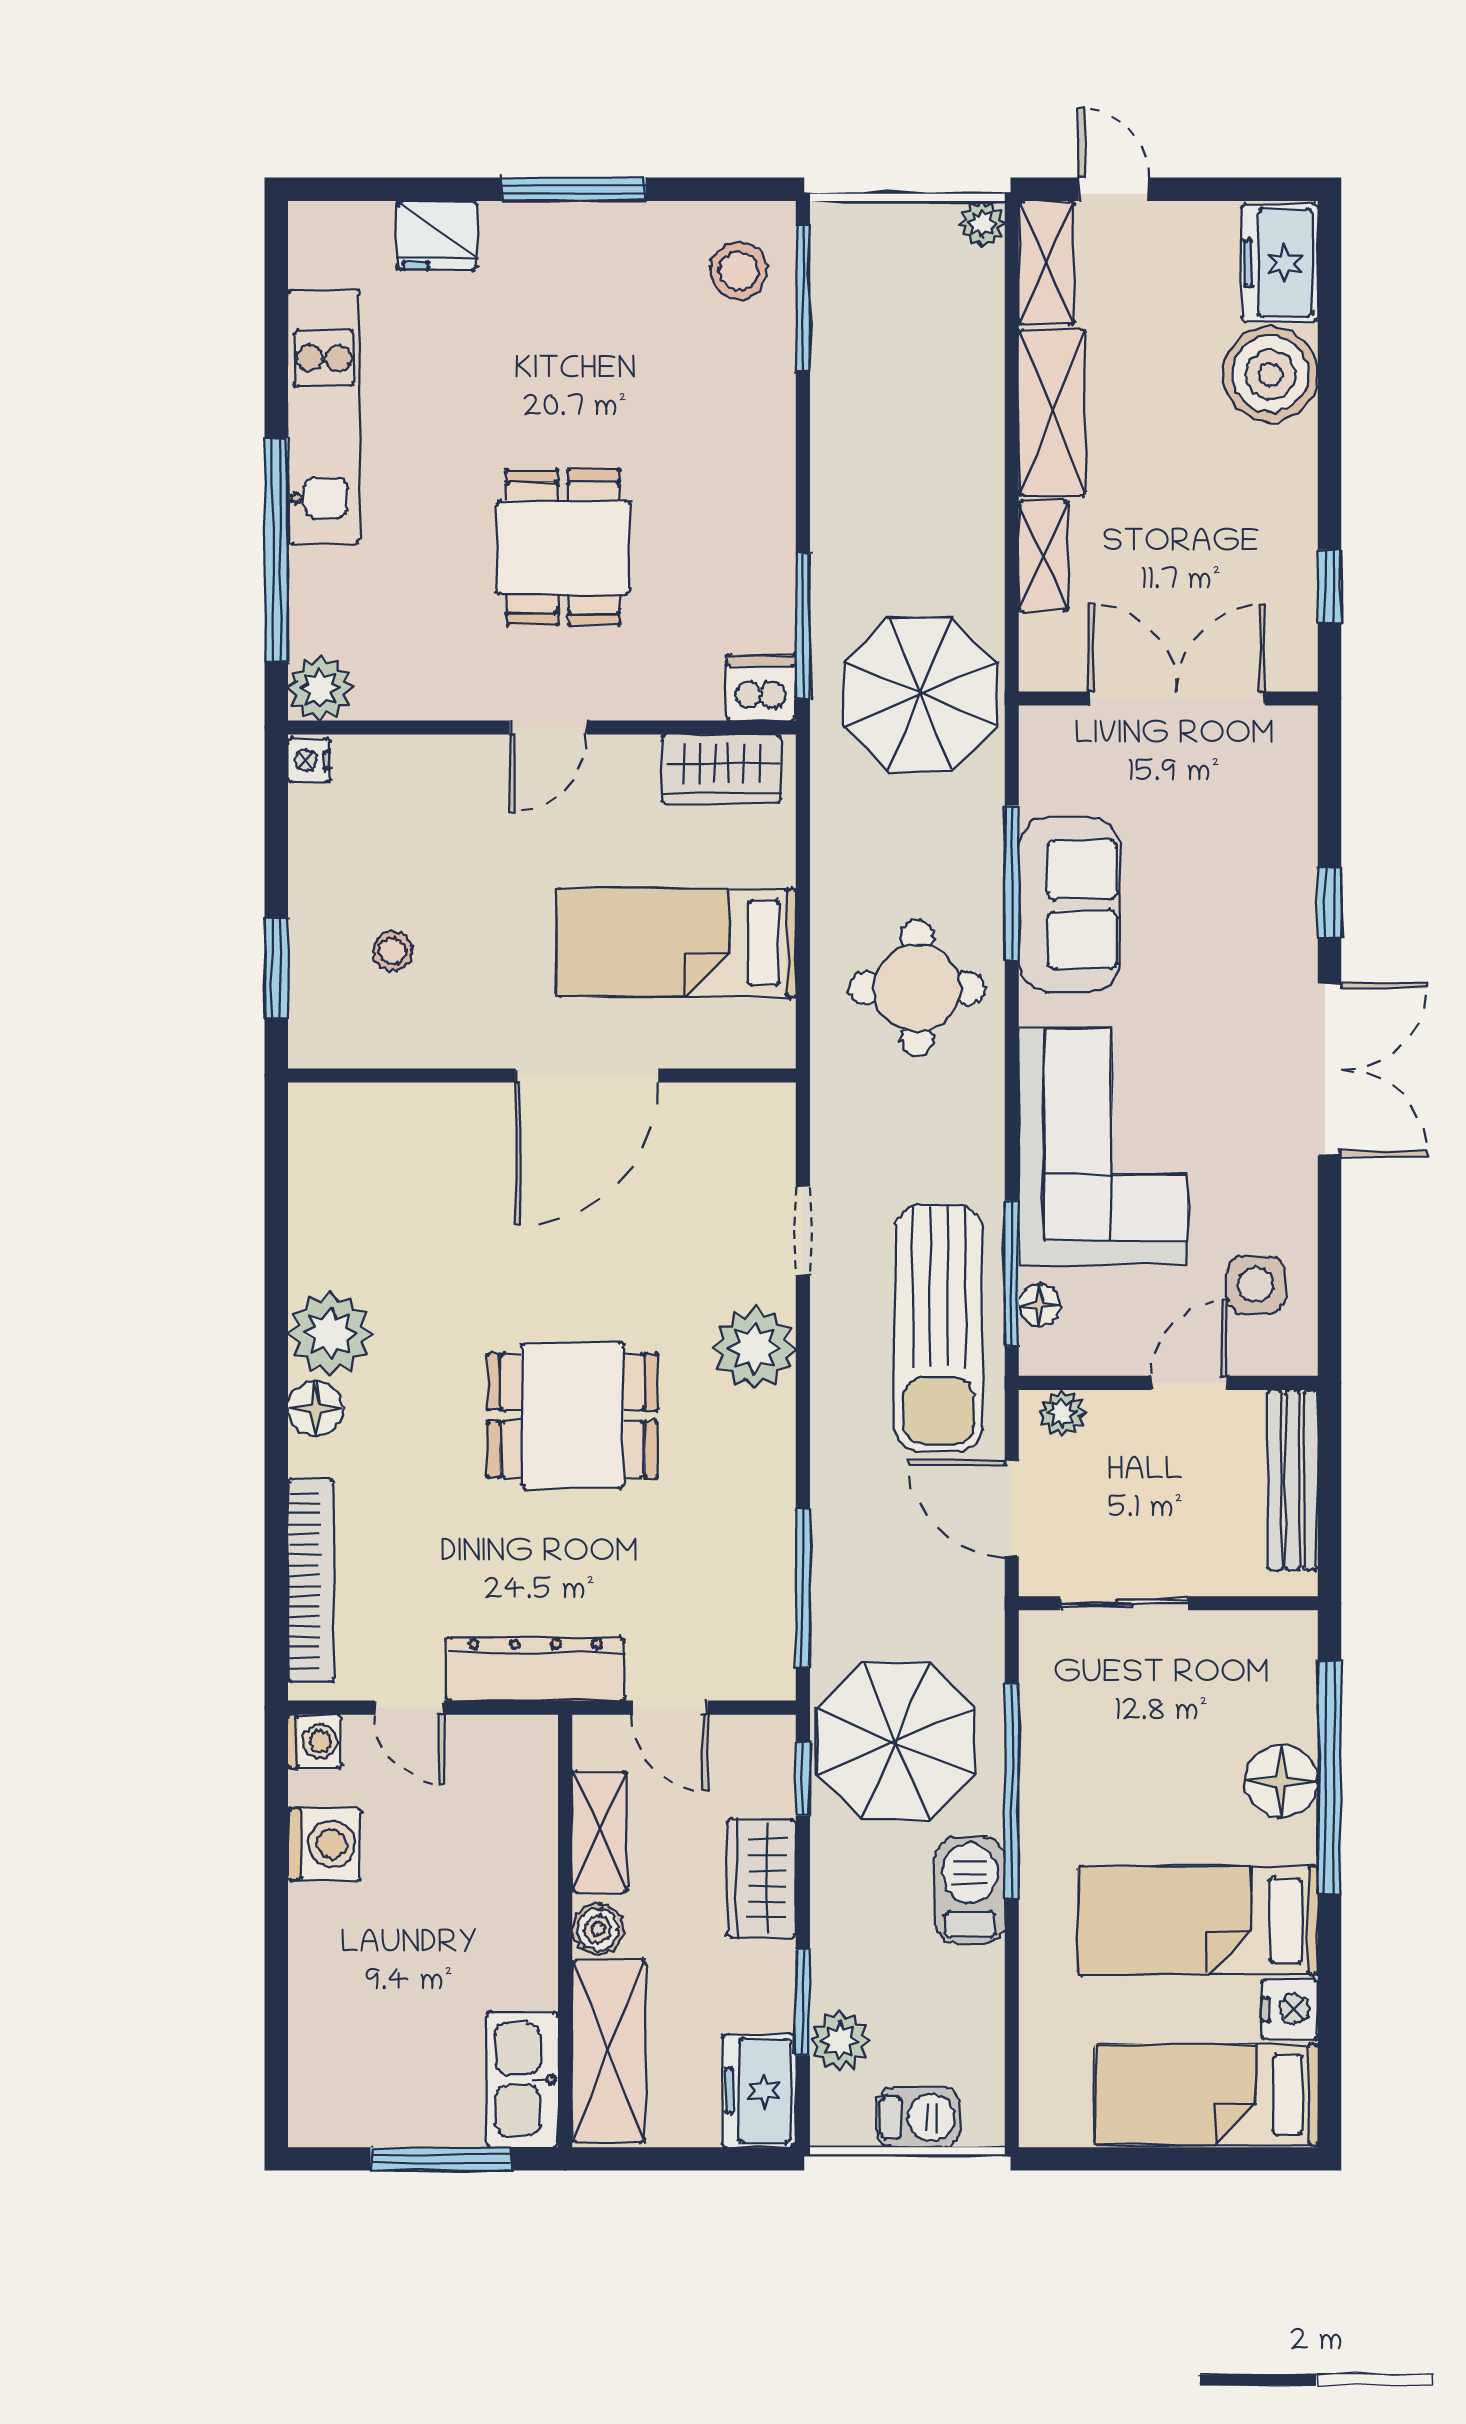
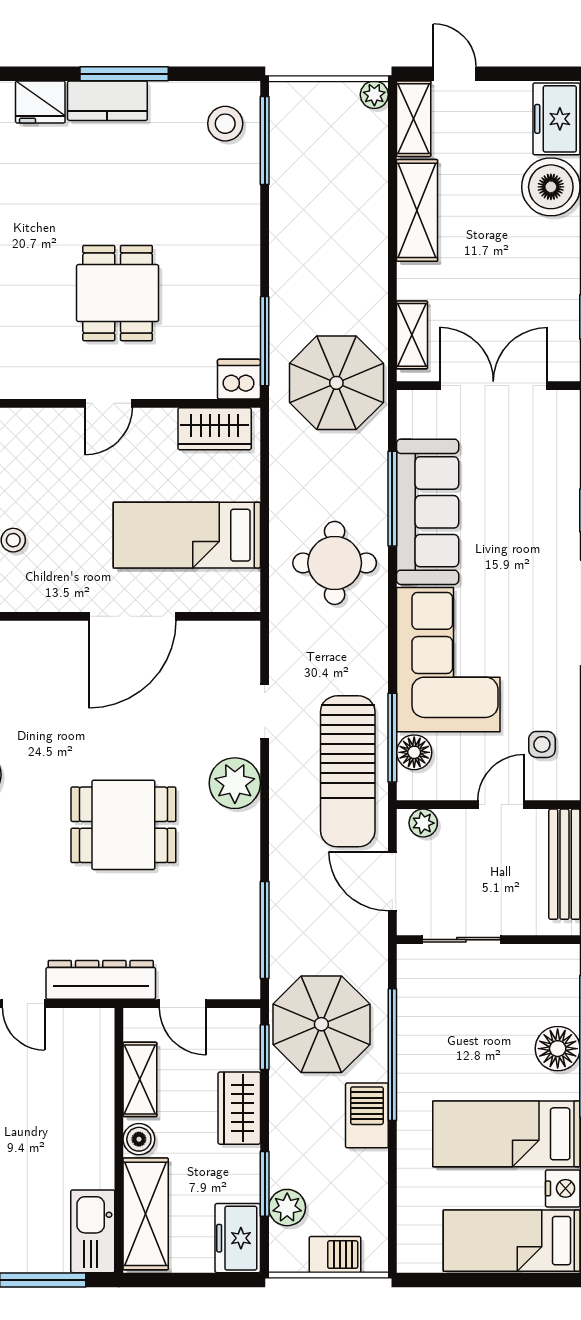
kitchen counter: (546, 233) -> (107, 101), added
shelving: (1044, 556) -> (412, 335), moved
sofa: (1069, 905) -> (428, 512), width x1.36
side table: (1256, 1285) -> (542, 744), width x0.73, depth x0.73
floor lamp: (1040, 1305) -> (414, 752), width x1.37, depth x1.37

